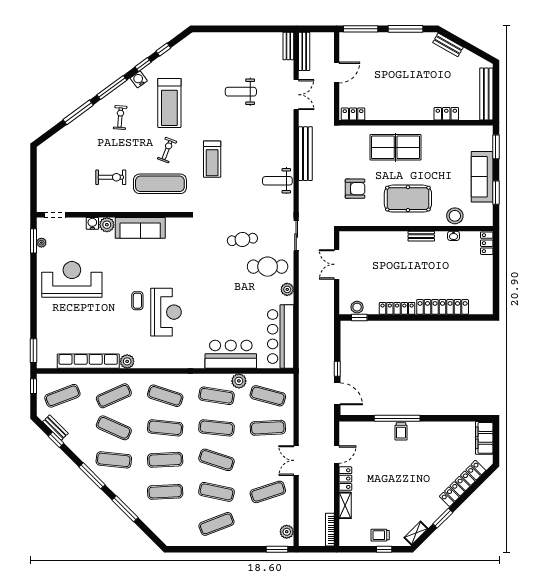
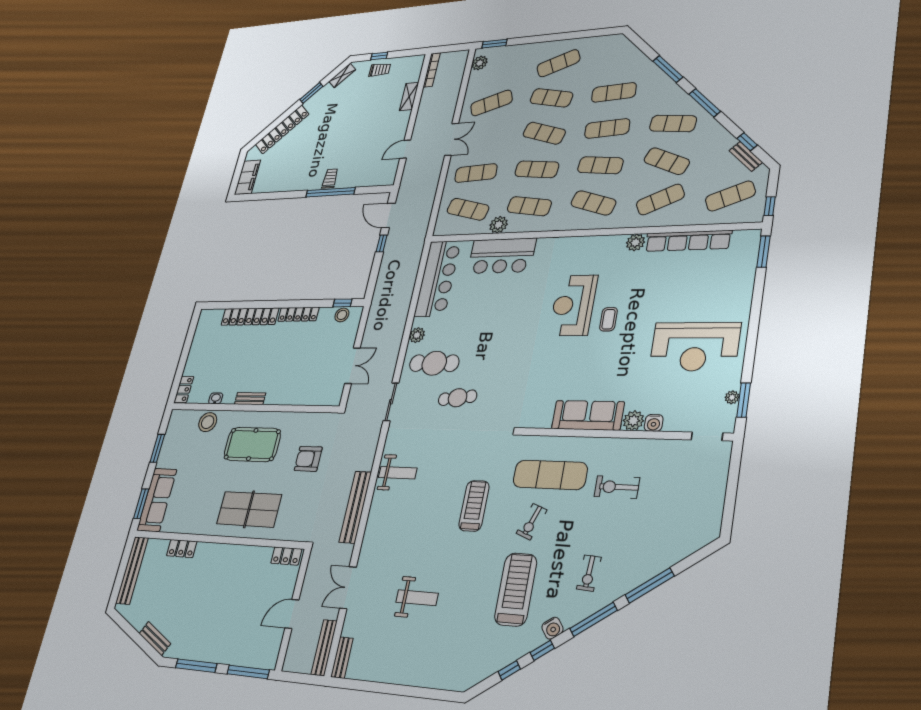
sofa: (482, 177) -> (157, 500), moved
locker: (345, 479) -> (402, 124), removed

